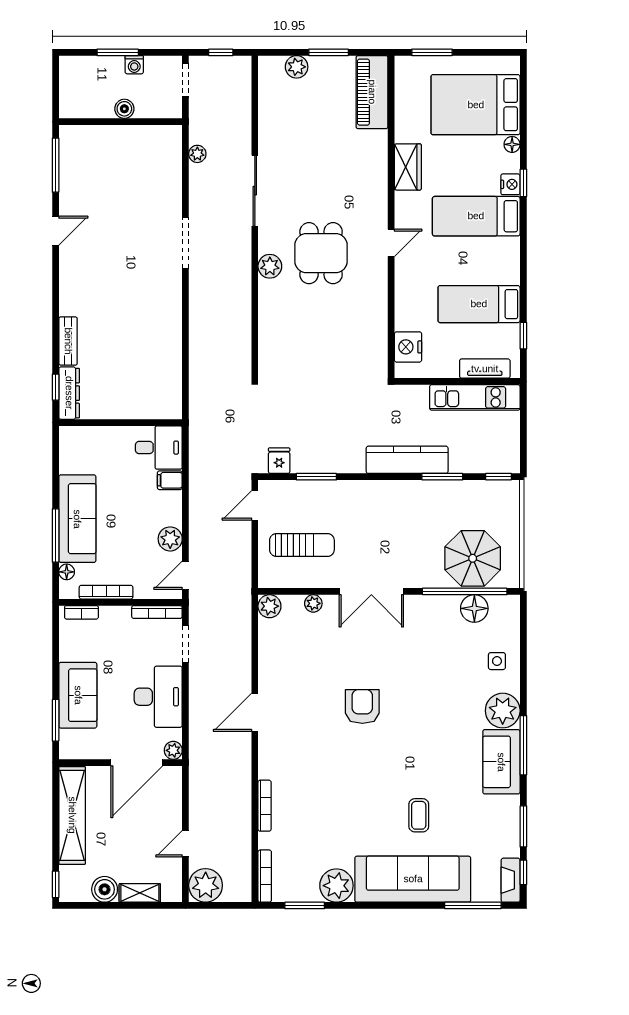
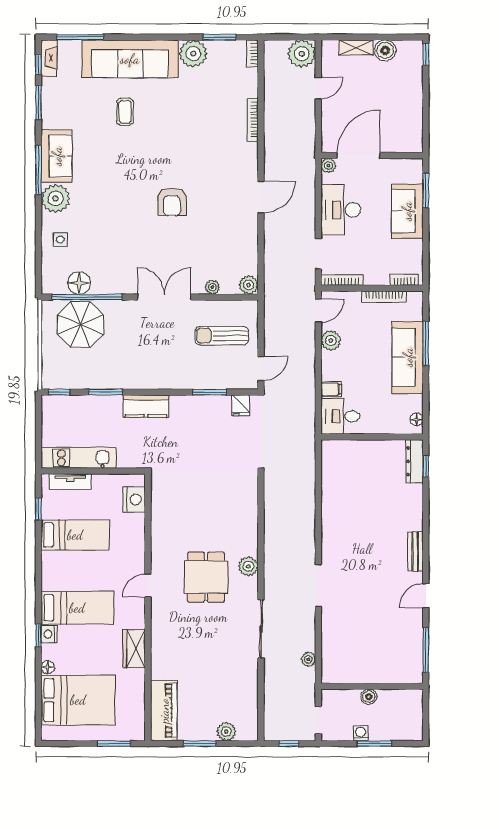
bench: (68, 341) -> (415, 552), moved
kitchen counter: (407, 460) -> (146, 406), width x0.67
floor lamp: (67, 572) -> (417, 419), moved
shelving: (72, 815) -> (412, 112), removed
bookcase: (265, 876) -> (253, 54), width x0.64

